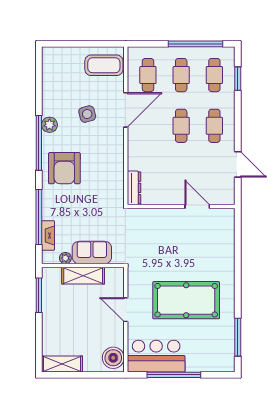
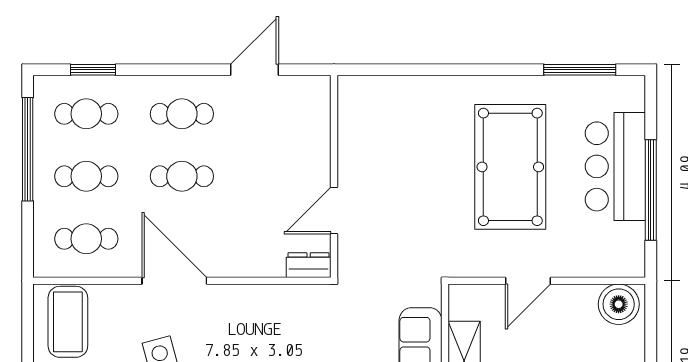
door: (126, 110) -> (174, 281), moved
dresser: (134, 188) -> (309, 265), width x0.70
door: (197, 207) -> (334, 211), moved
bar counter: (156, 356) -> (615, 166), moved

